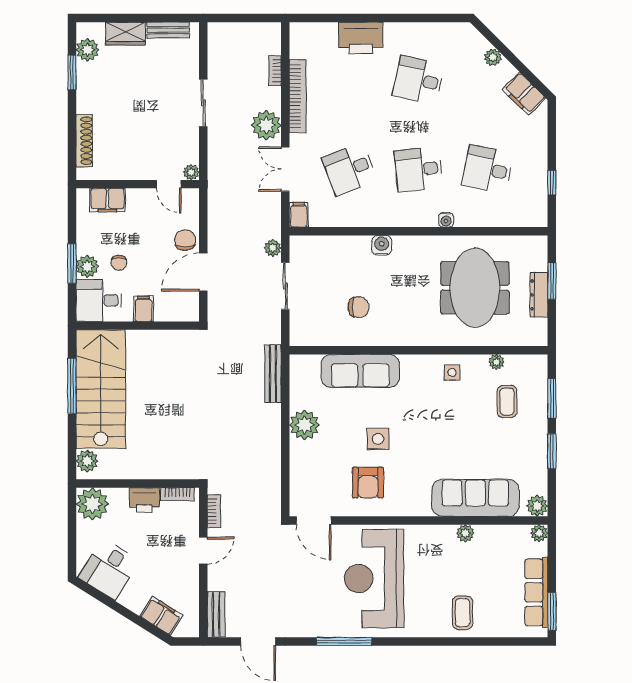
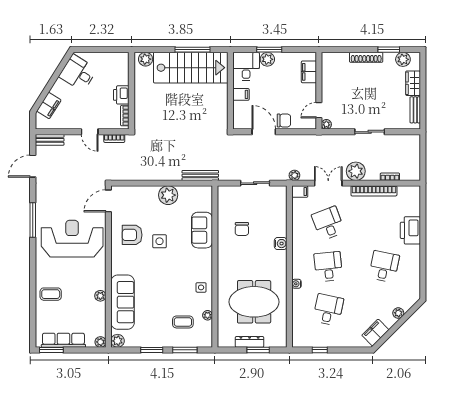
shoe rack: (84, 141) -> (366, 57), moved
plant: (273, 248) -> (294, 175), moved
chair: (119, 263) -> (270, 79), removed
sofa: (360, 371) -> (202, 230), width x0.73
plant: (92, 504) -> (119, 62), removed

